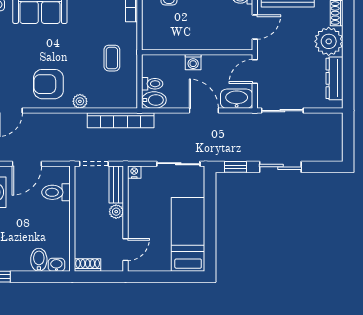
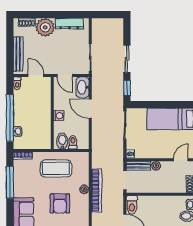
coffee table: (112, 58) -> (56, 168), width x1.86, depth x1.72
armchair: (48, 84) -> (60, 203), moved
bidet: (154, 100) -> (62, 141), moved
door: (204, 111) -> (90, 109), hinge flipped
bookcase: (121, 120) -> (97, 191), moved
toilet: (56, 192) -> (132, 205), moved
door: (125, 250) -> (181, 160), hinge flipped

